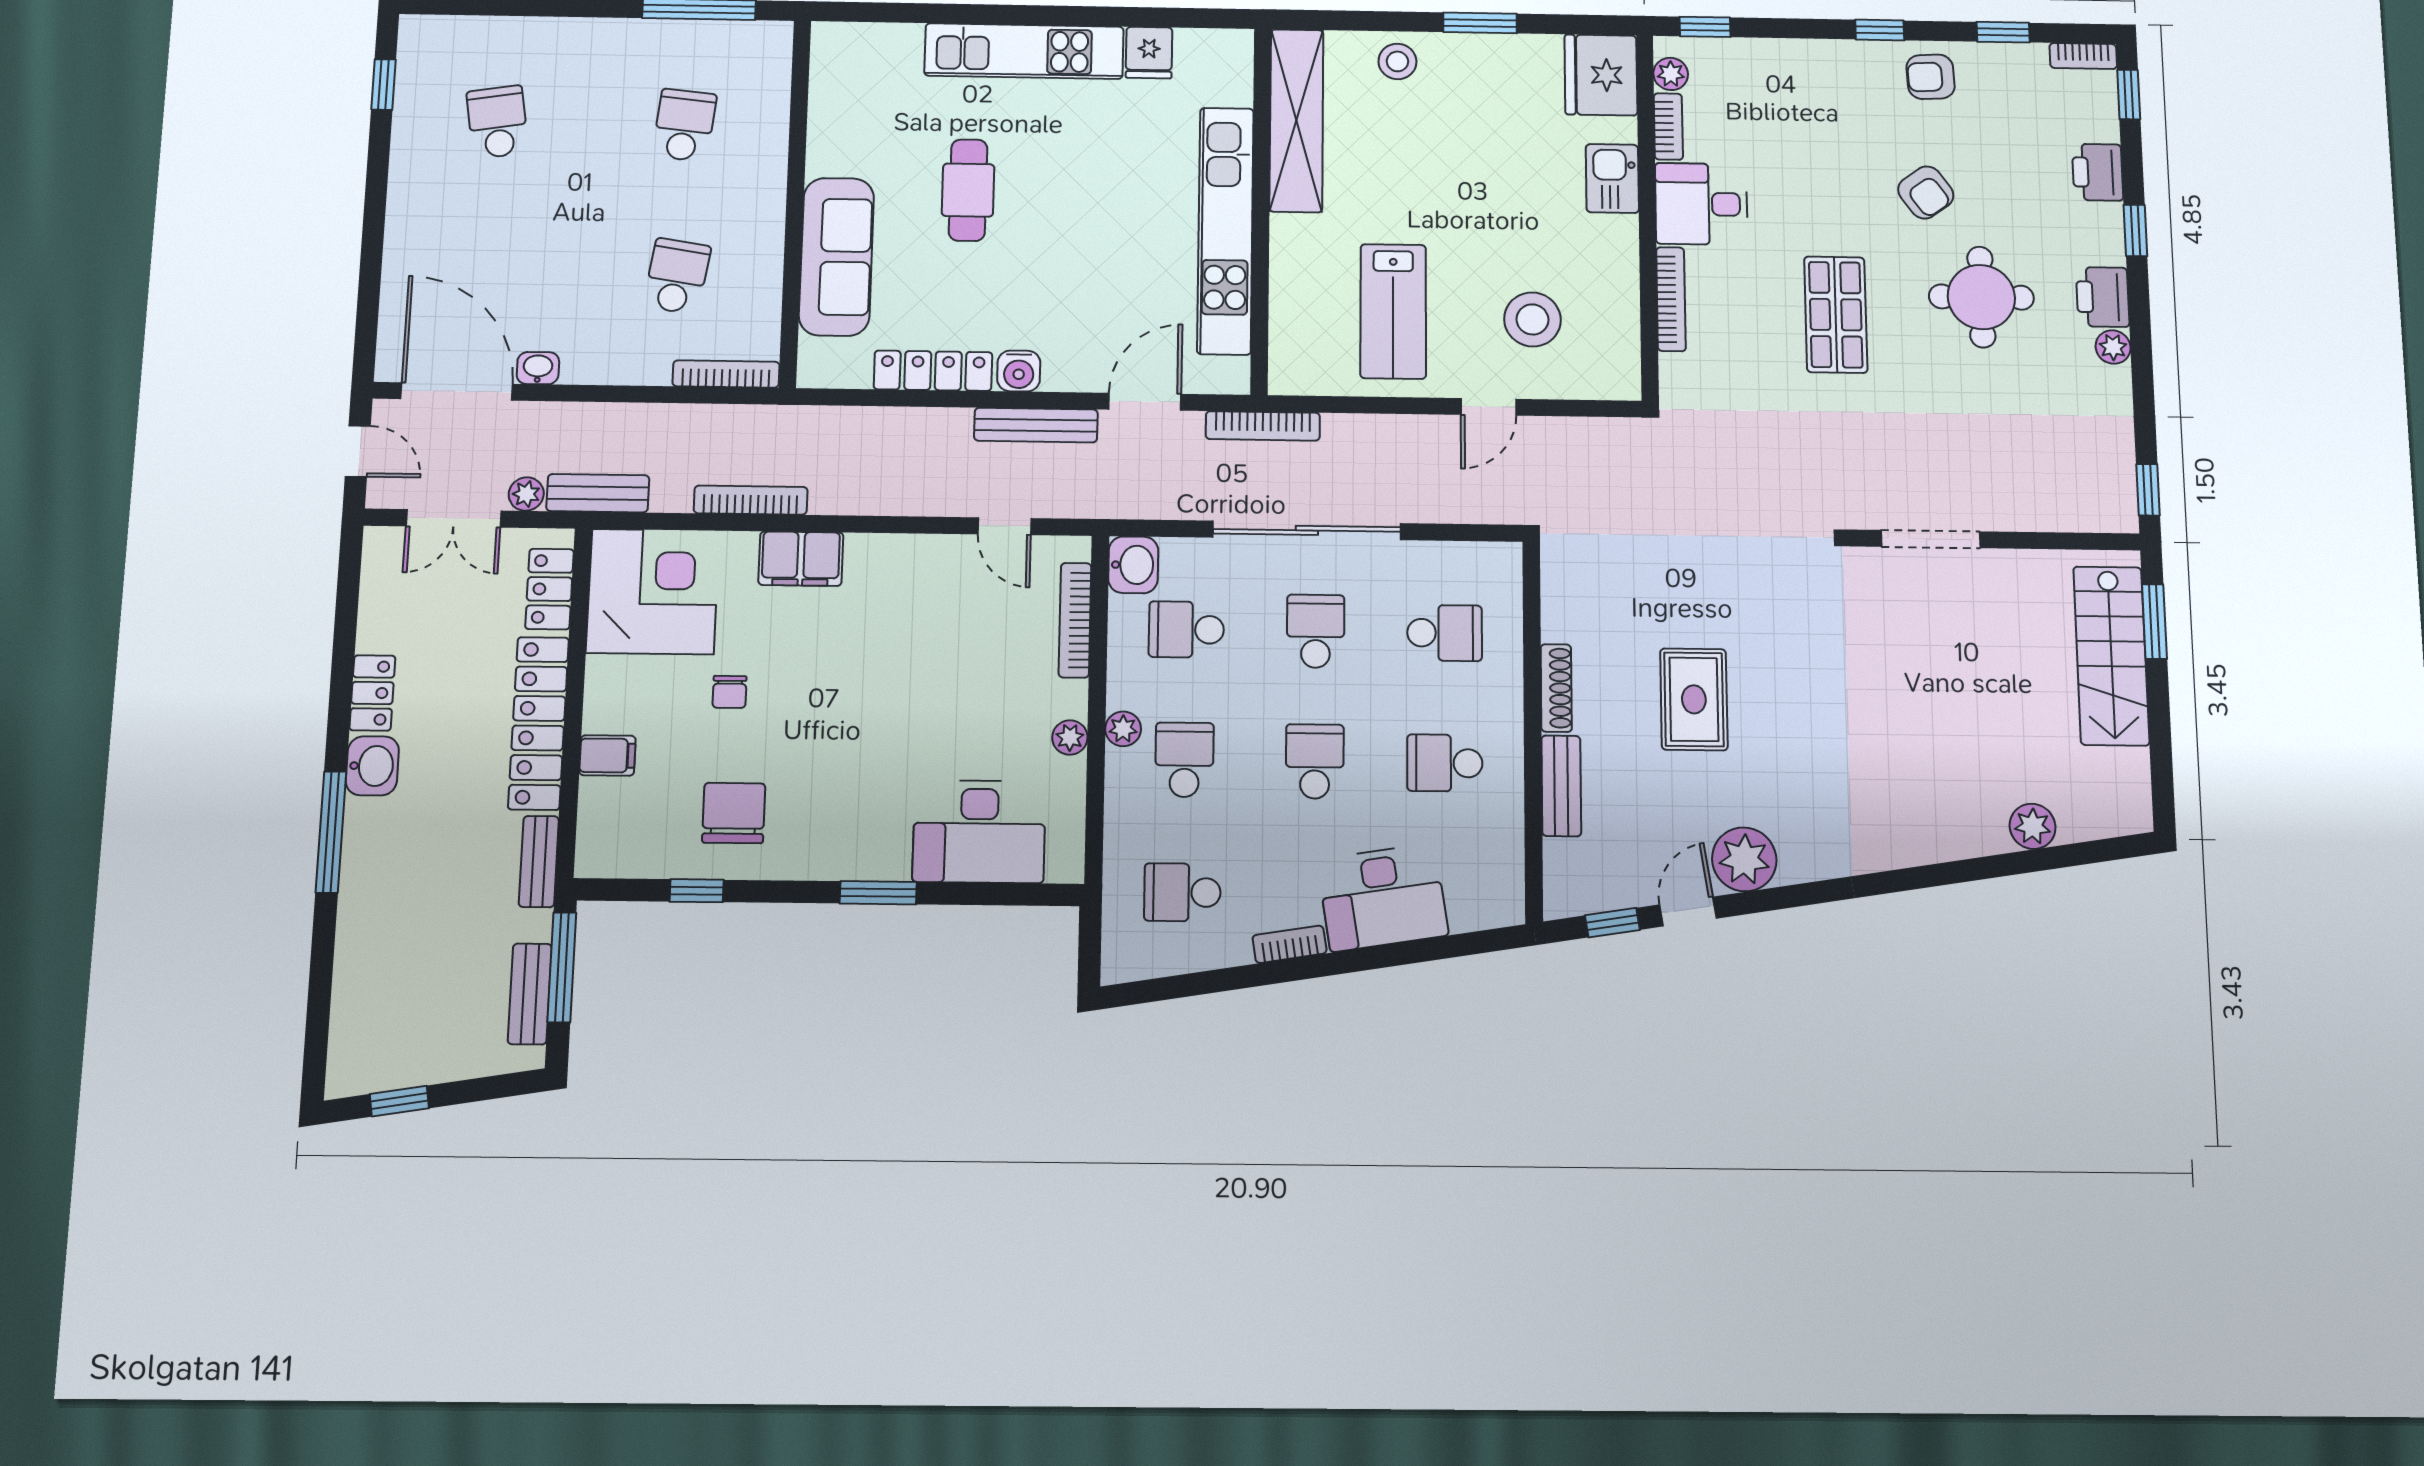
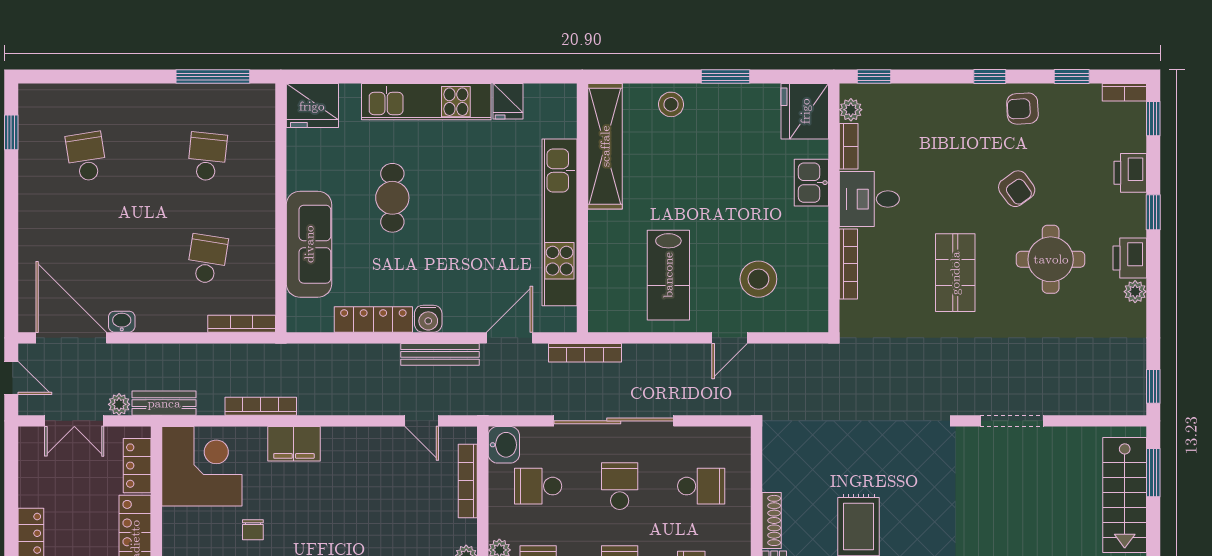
fridge: (850, 54) -> (312, 106), added

